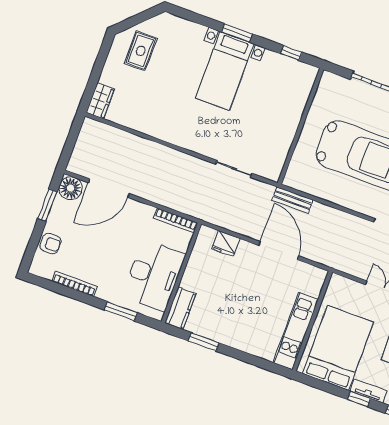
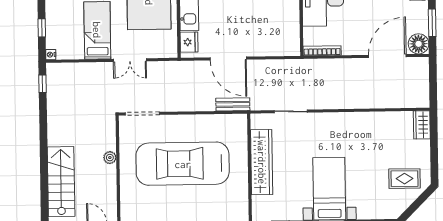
rug: (141, 51) -> (405, 179), turned 90
wardrobe: (286, 127) -> (262, 162), added
fridge: (226, 244) -> (189, 42), moved, turned 90

